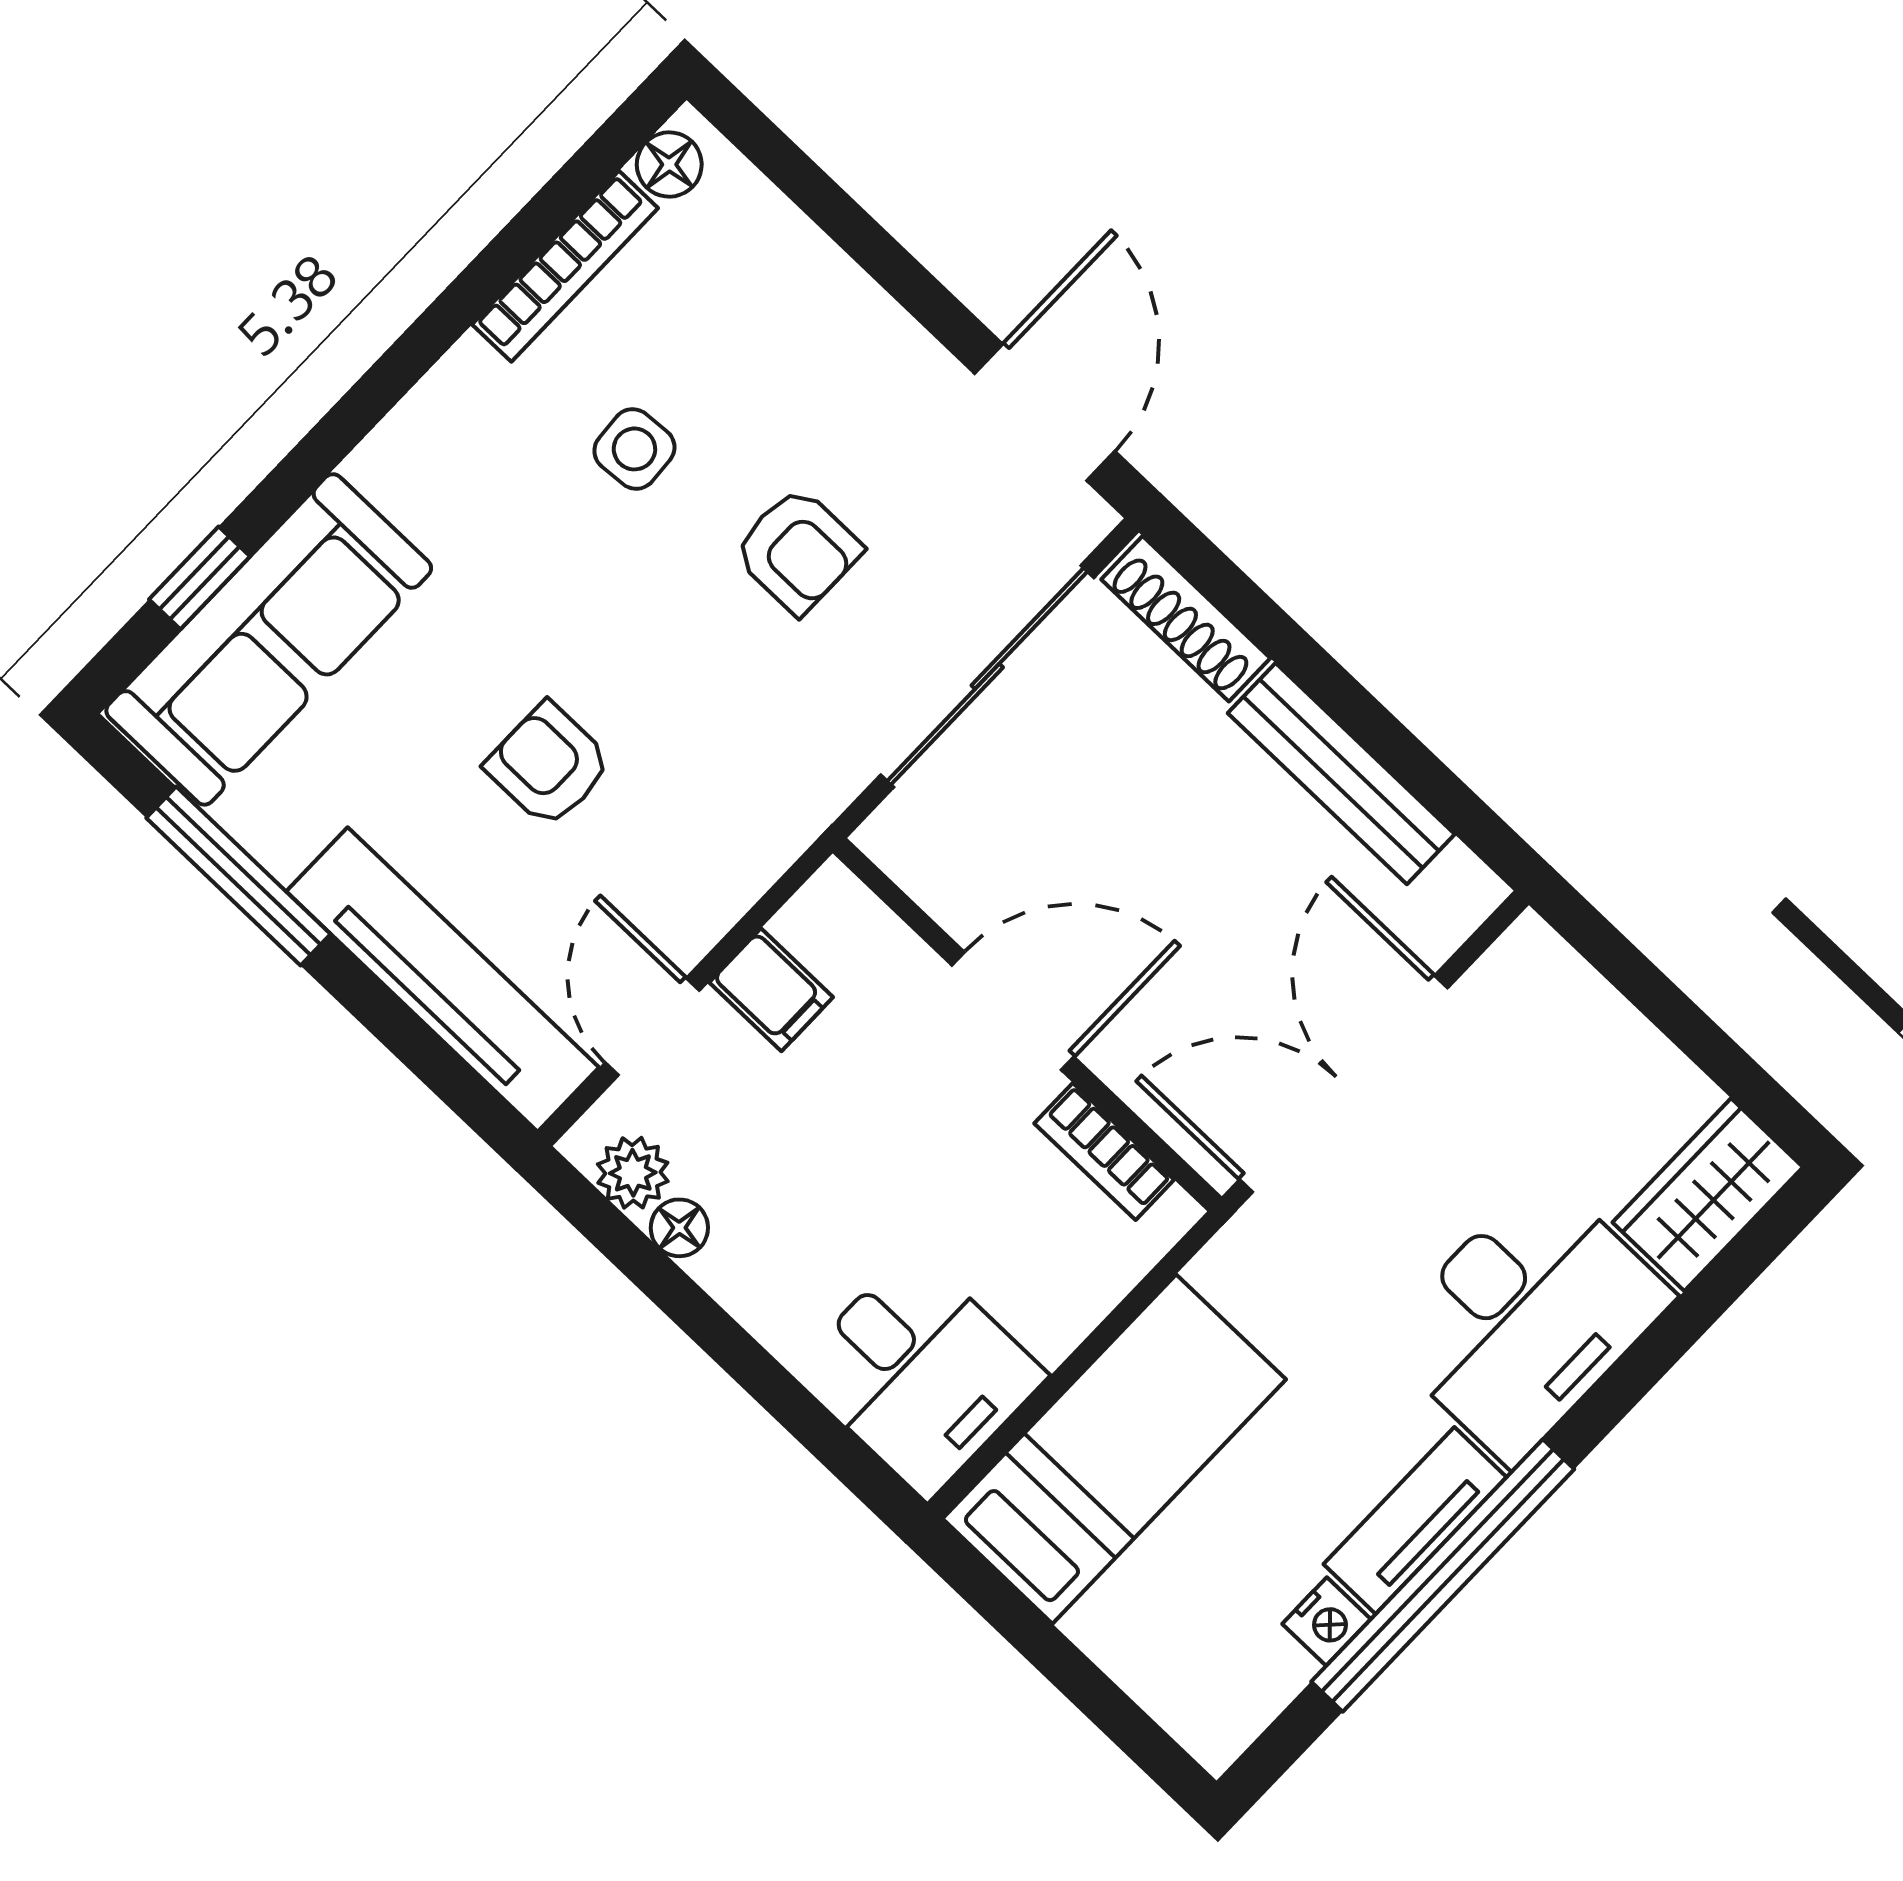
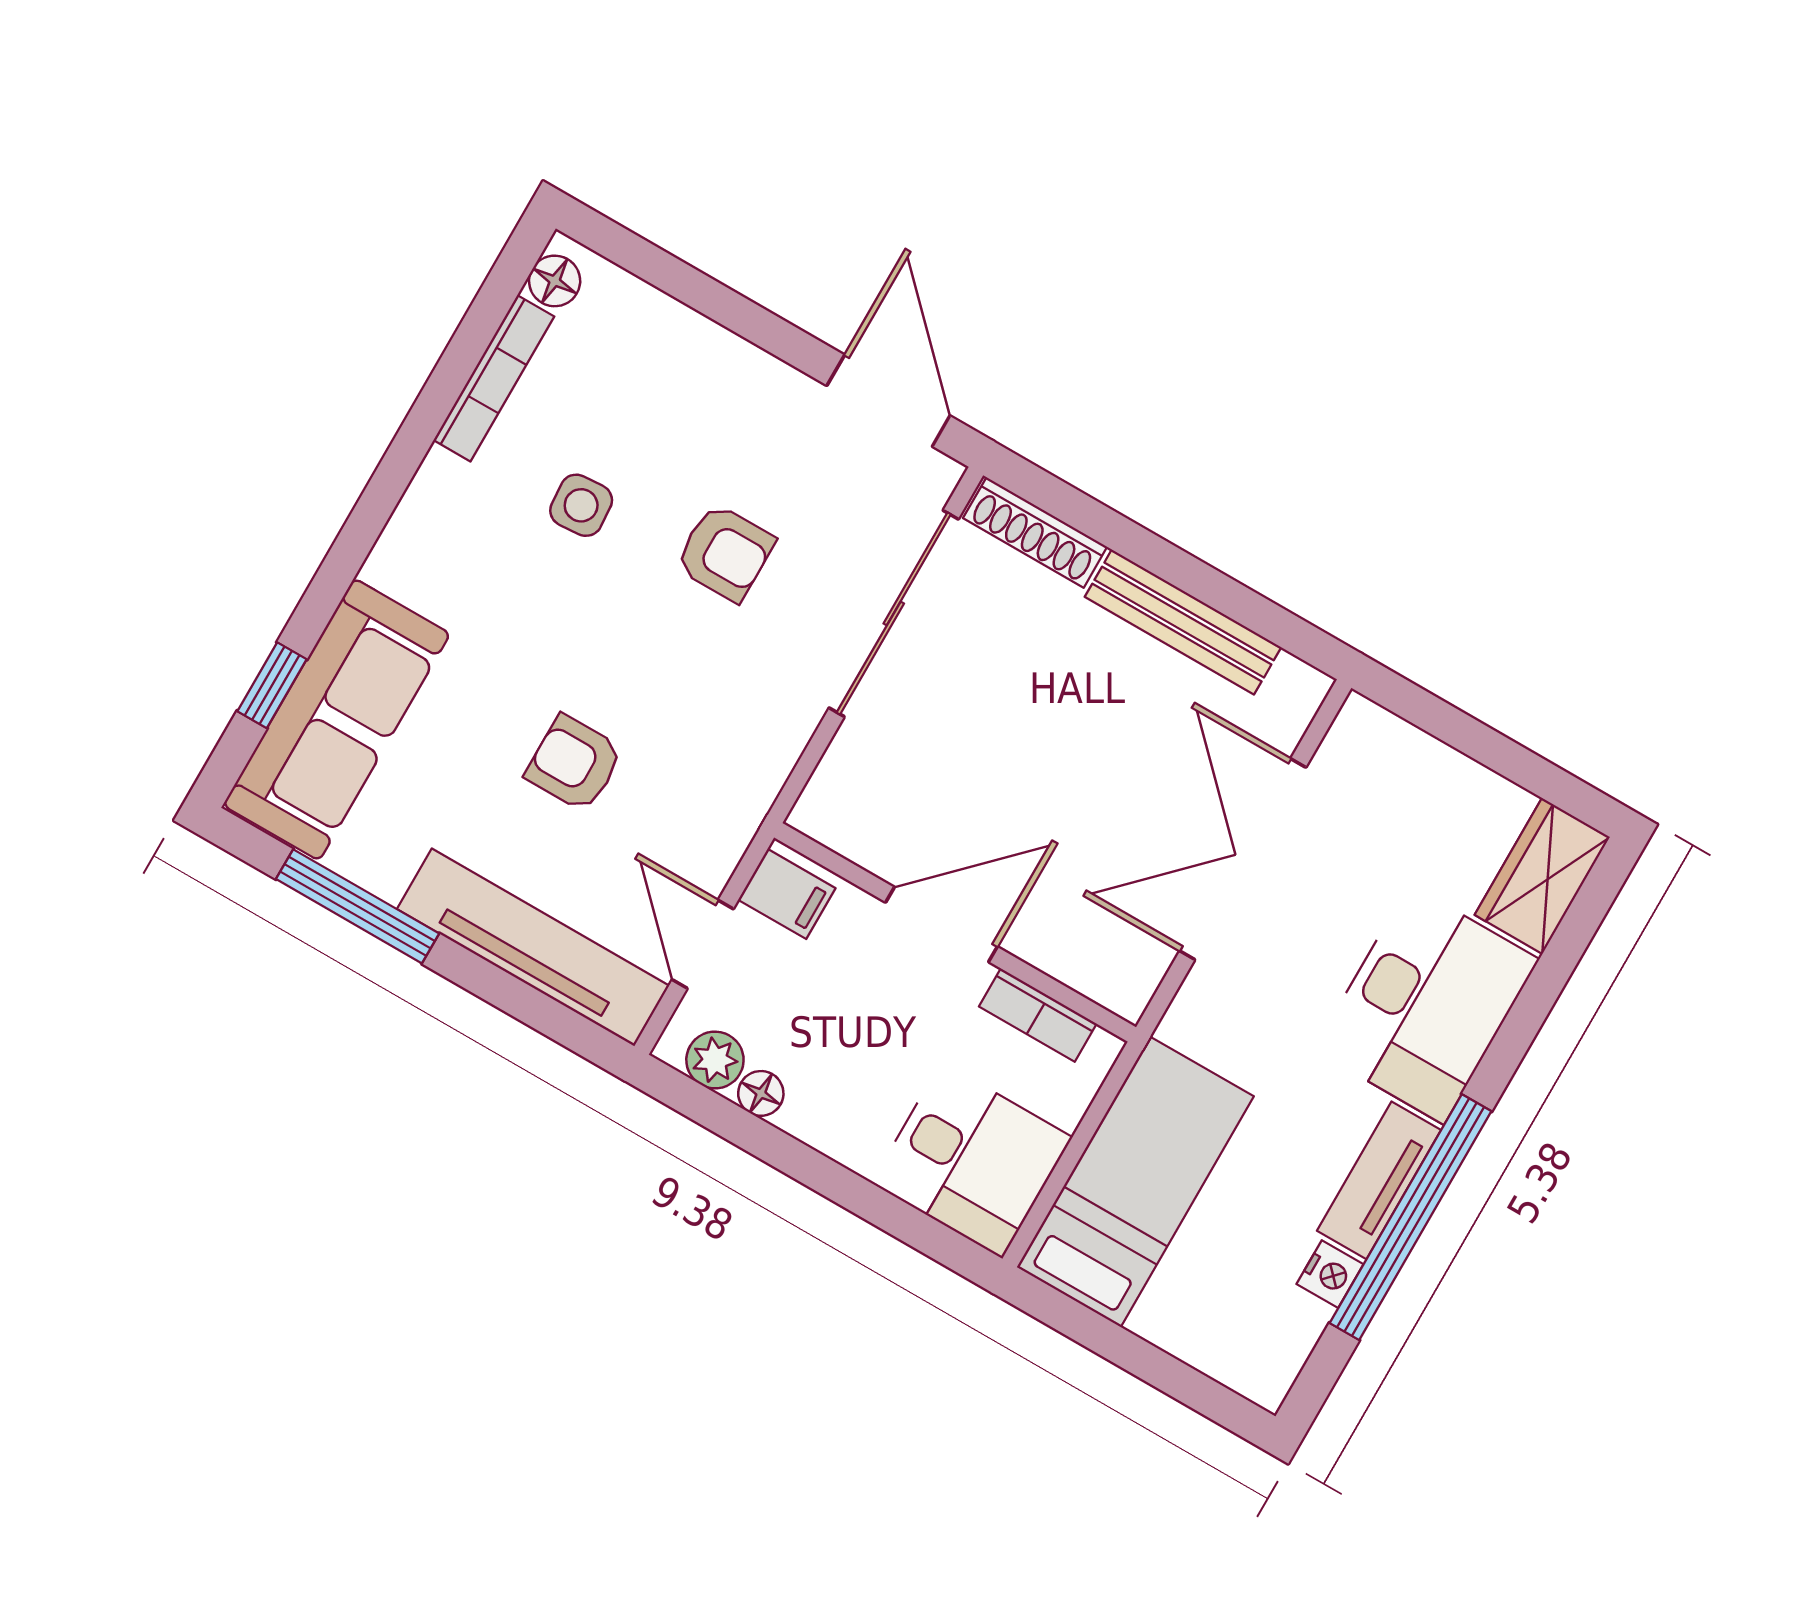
door: (1013, 1011) -> (942, 924), moved
wall: (1027, 1025) -> (955, 932), moved
bookcase: (1104, 1152) -> (1038, 1015), moved

